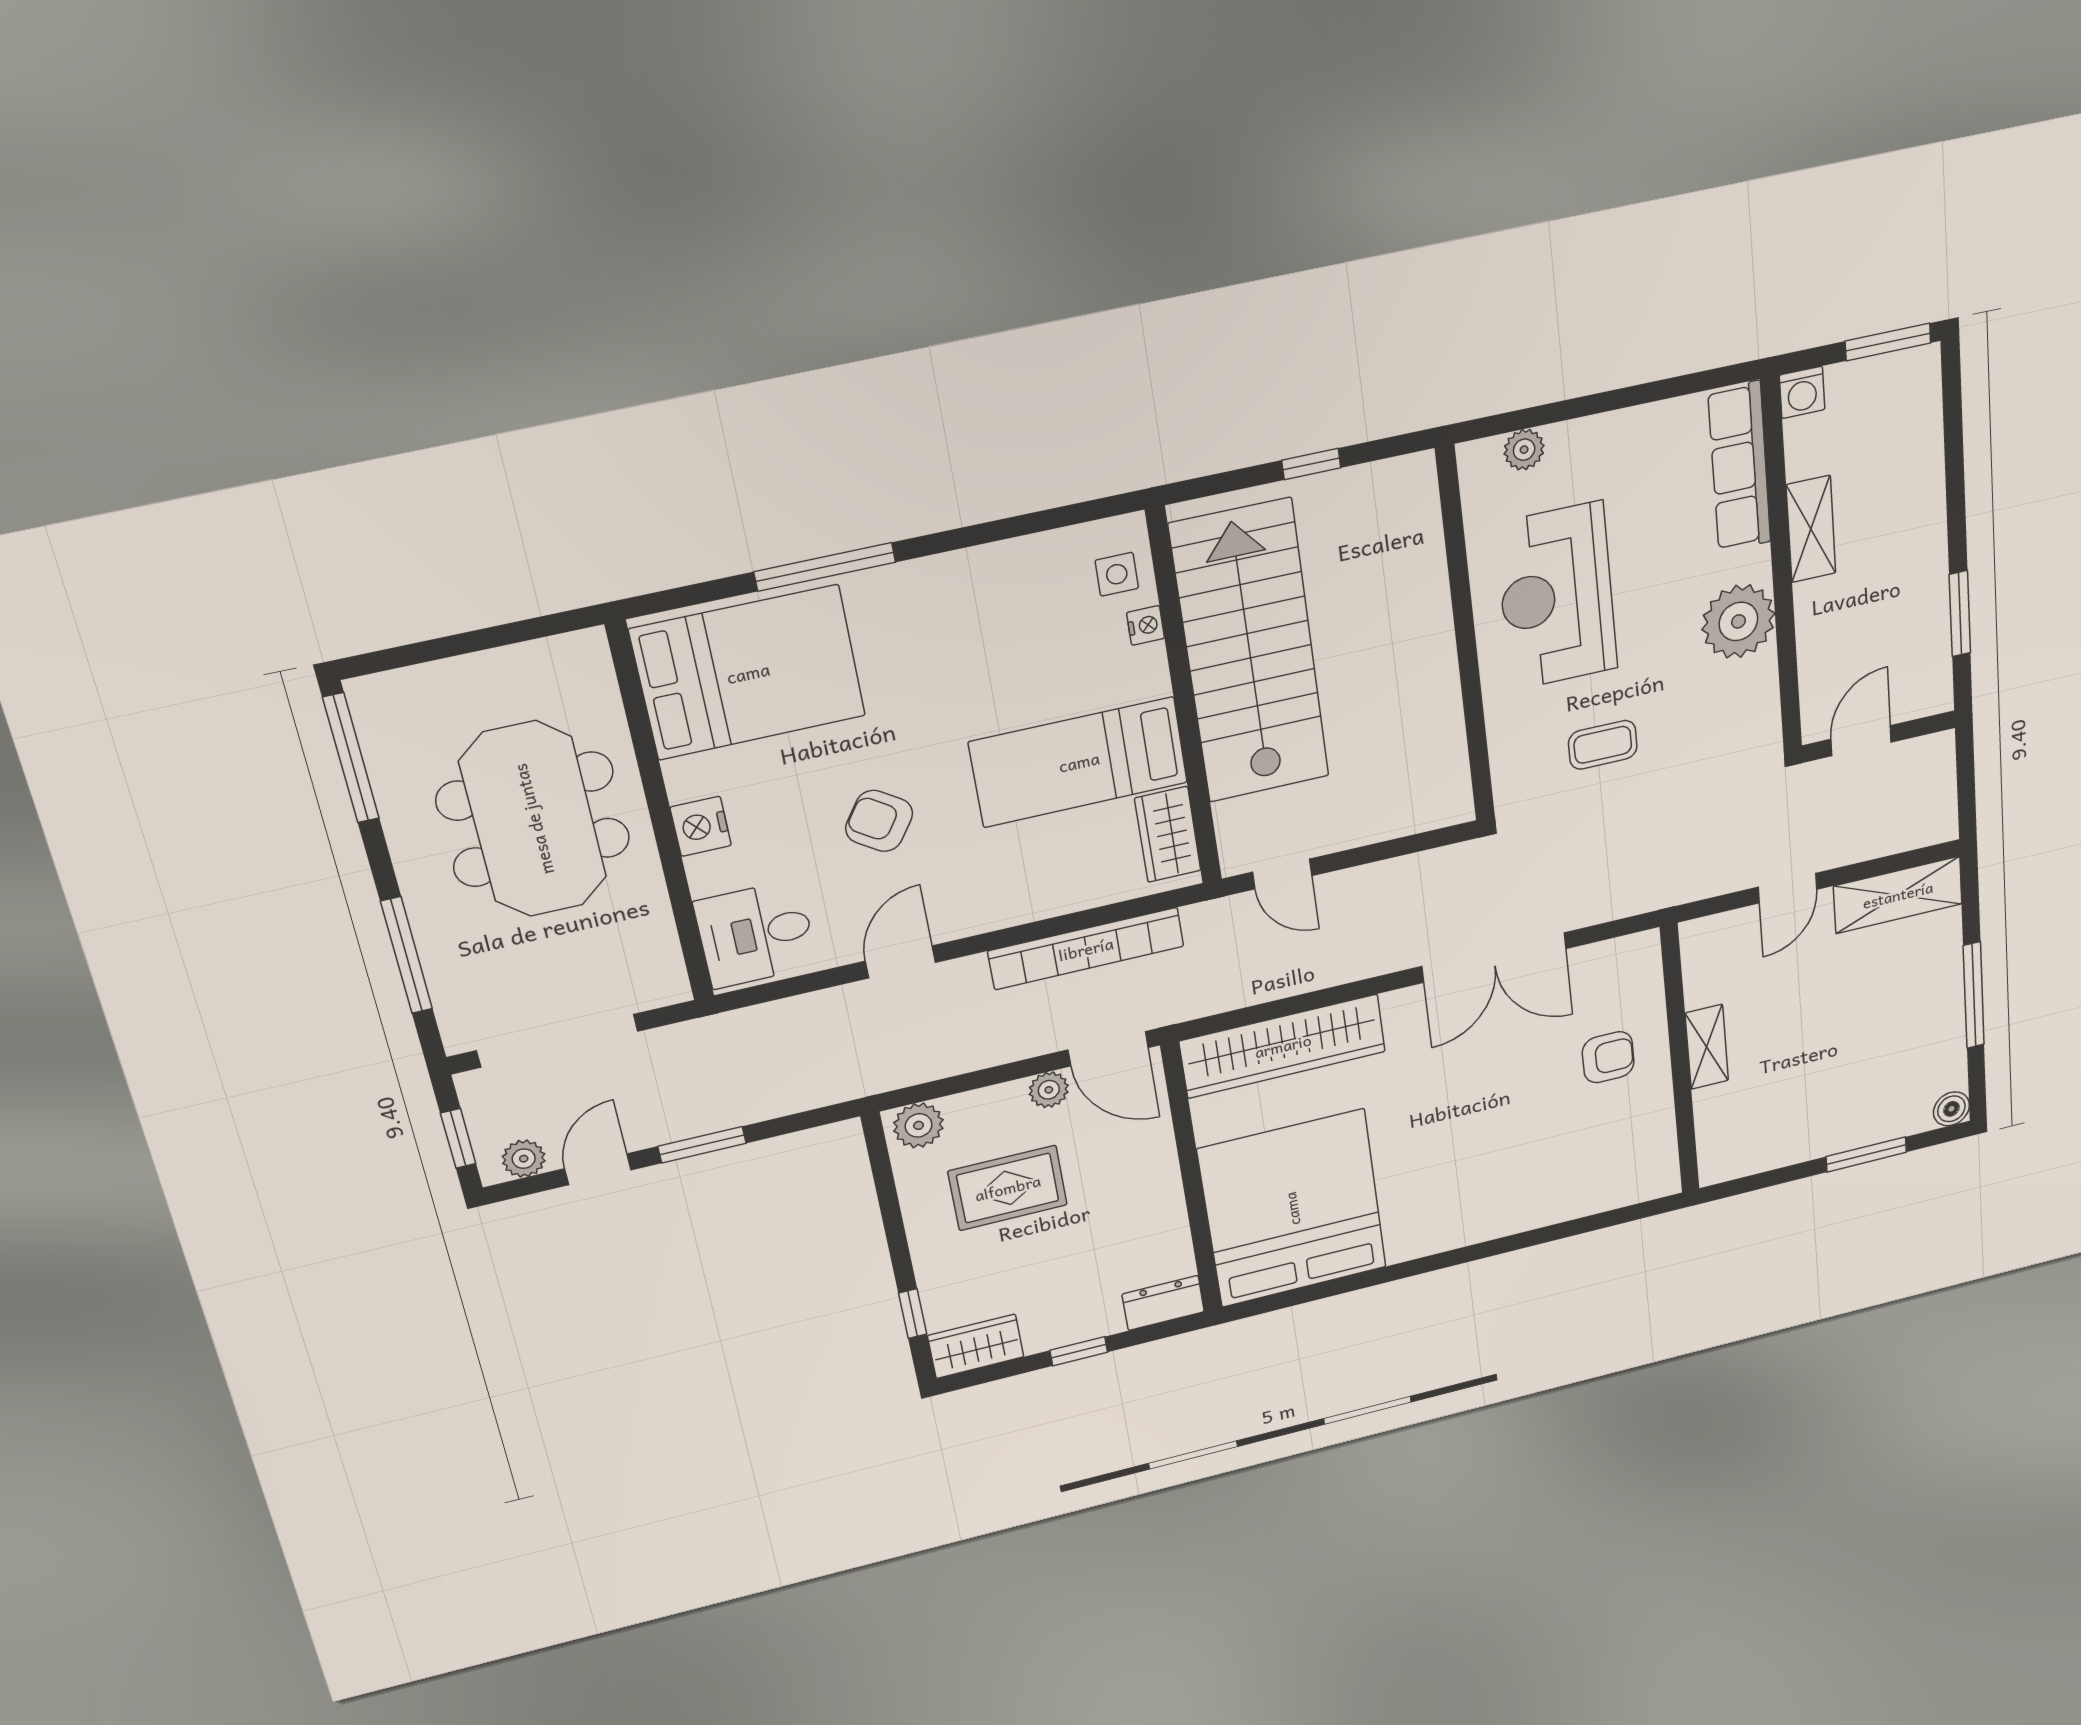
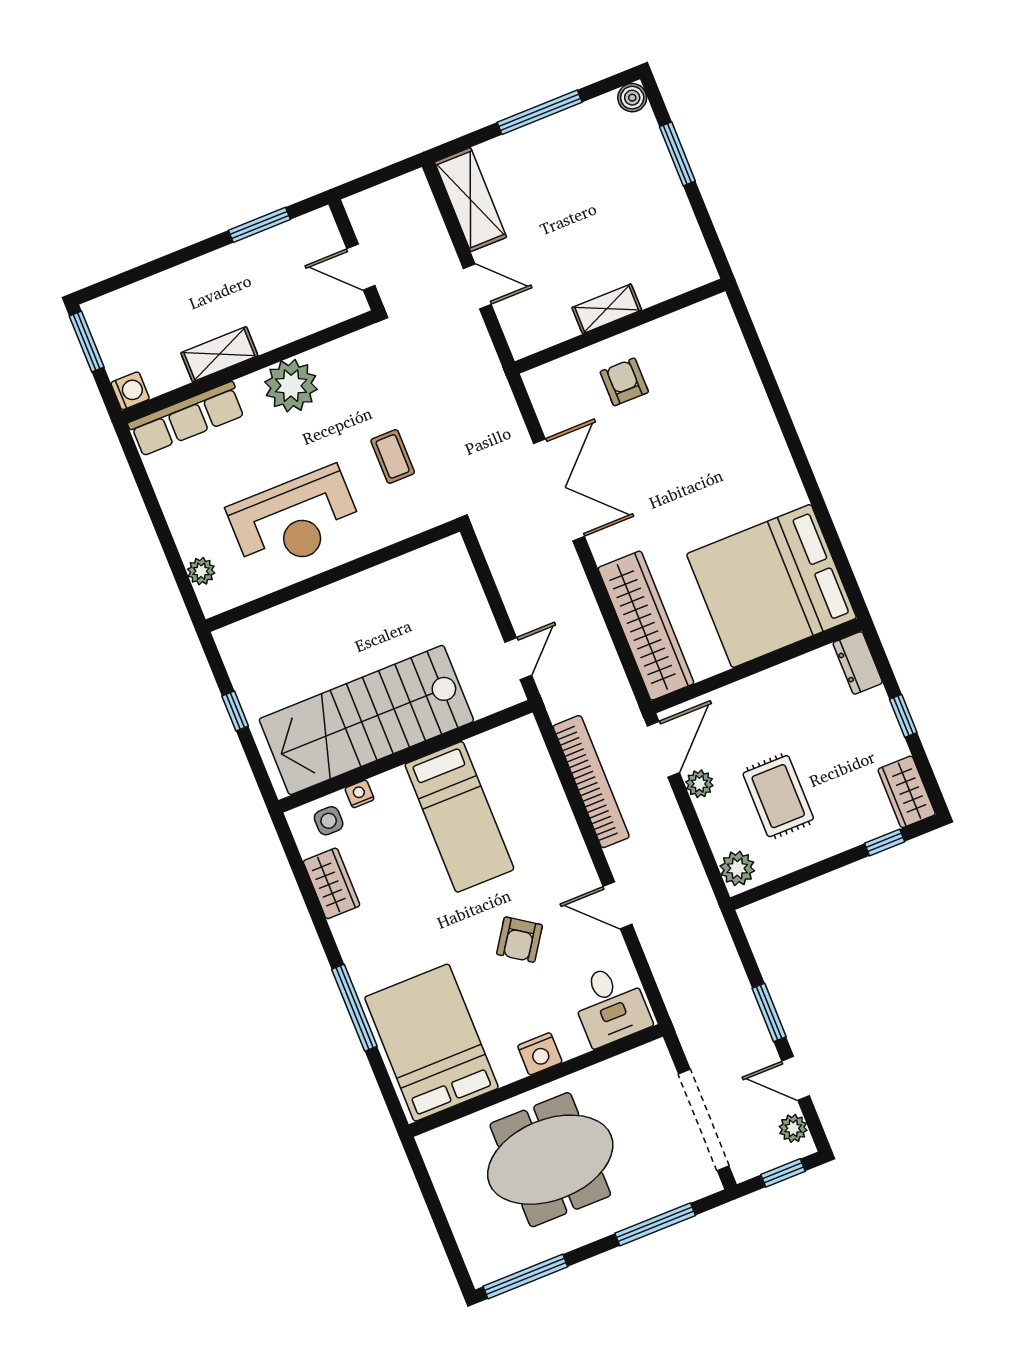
wardrobe: (1168, 834) -> (332, 883), moved, turned -90

